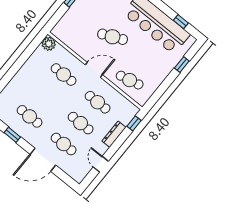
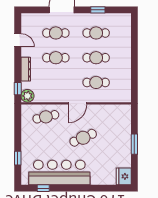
plant: (49, 44) -> (27, 96), moved
cafe table: (98, 102) -> (96, 58), moved

